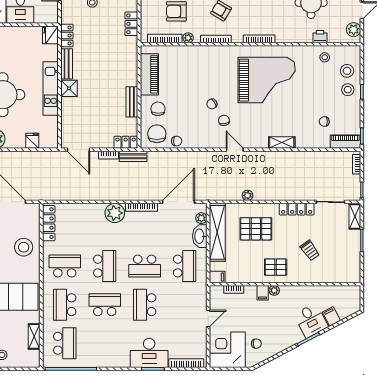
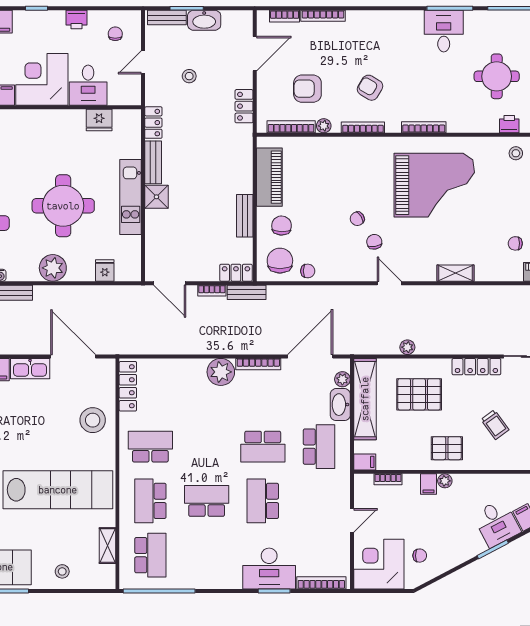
fridge: (50, 35) -> (99, 120), moved, turned -90
school desk: (105, 266) -> (207, 447), removed

